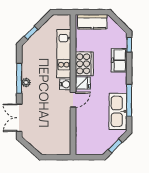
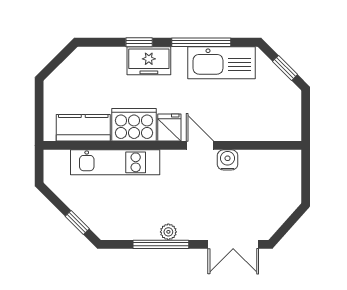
kitchen counter: (92, 22) -> (83, 128), moved, turned -90
window: (129, 45) -> (139, 42), moved
freezer: (119, 60) -> (149, 61), moved
water cooler: (65, 84) -> (228, 160), moved

